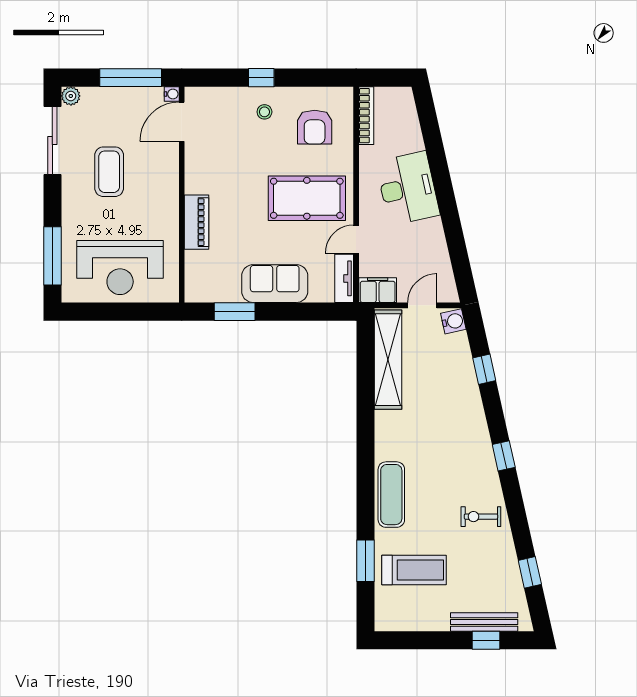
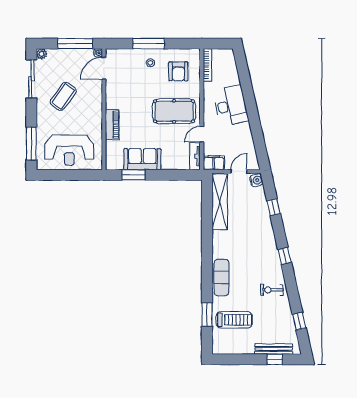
window: (261, 78) -> (149, 44), width x2.17
coffee table: (109, 172) -> (63, 96), turned 36
sofa: (275, 284) -> (142, 159), moved

